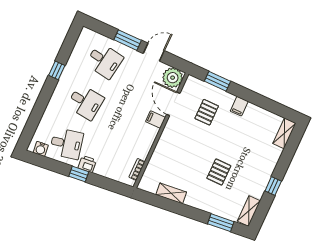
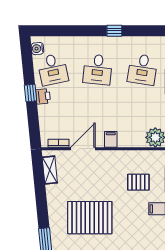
door: (173, 104) -> (83, 149), moved
pallet: (219, 172) -> (90, 218), width x2.05, depth x2.00
shelving: (171, 193) -> (50, 170), moved

